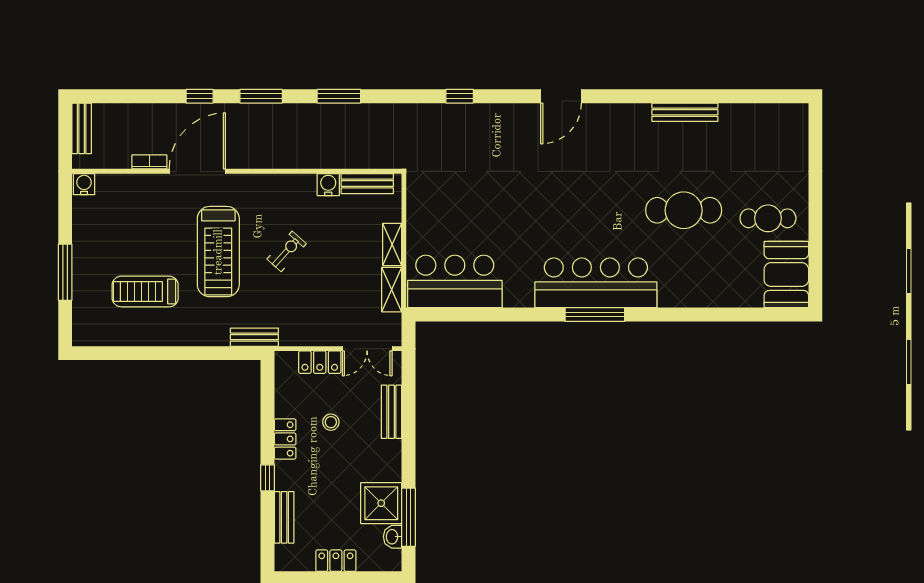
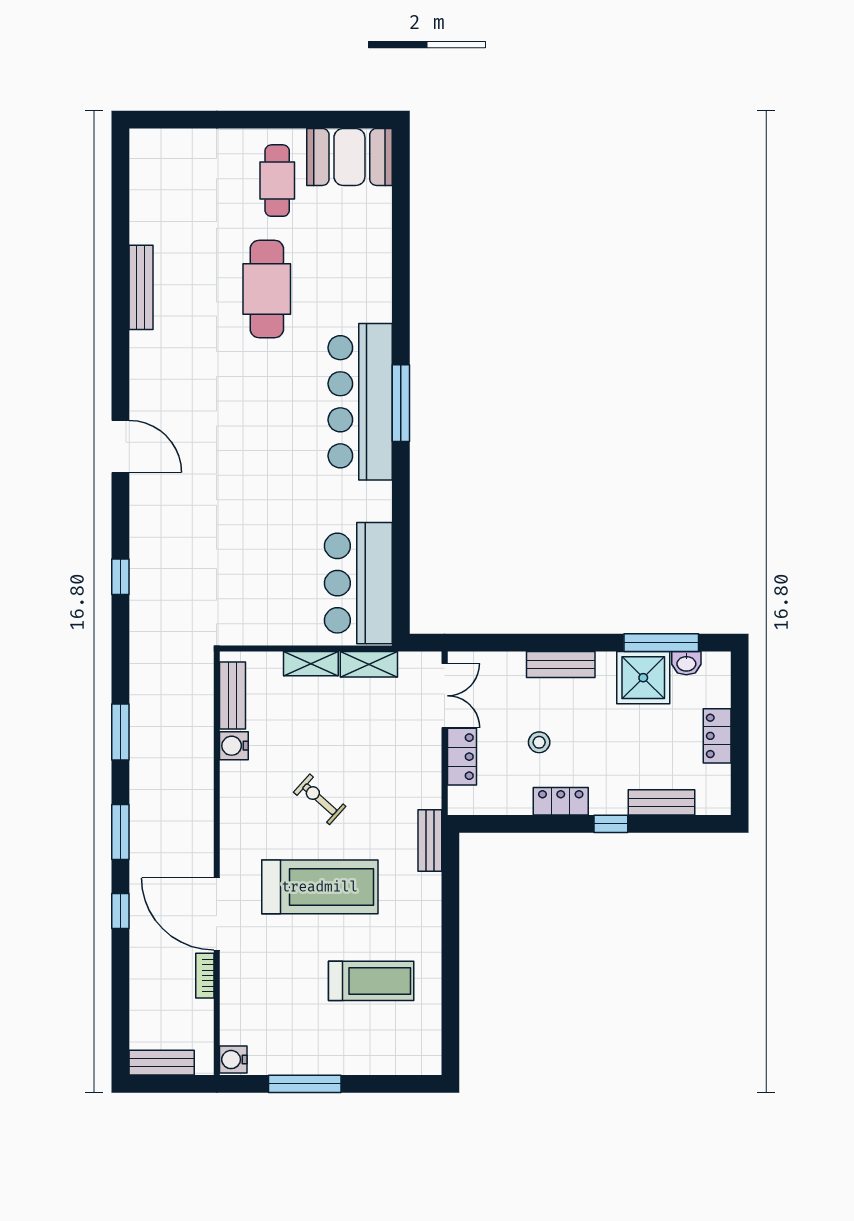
window: (65, 272) -> (305, 1084), moved
treadmill: (145, 291) -> (371, 981), turned -90
bench: (391, 412) -> (561, 664), moved

